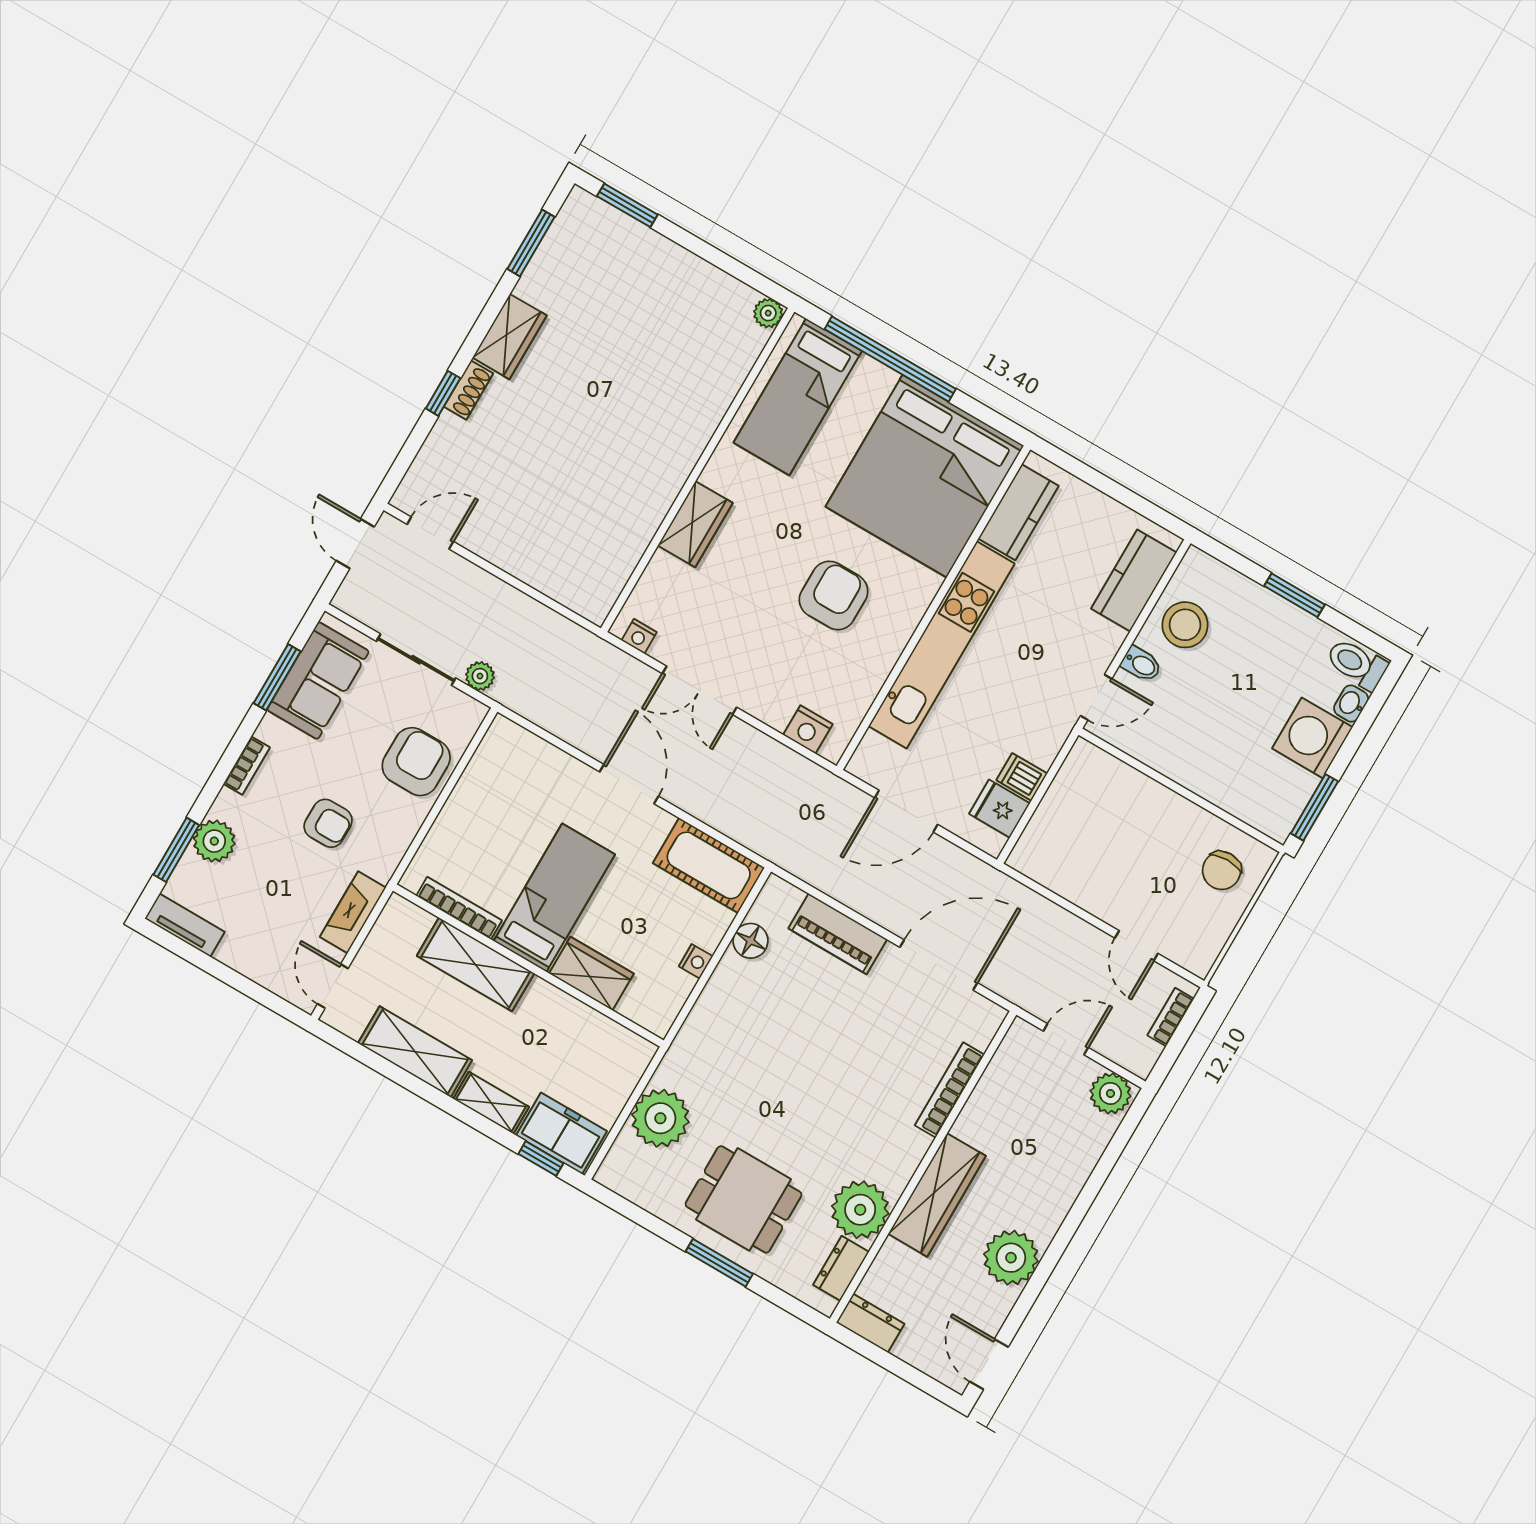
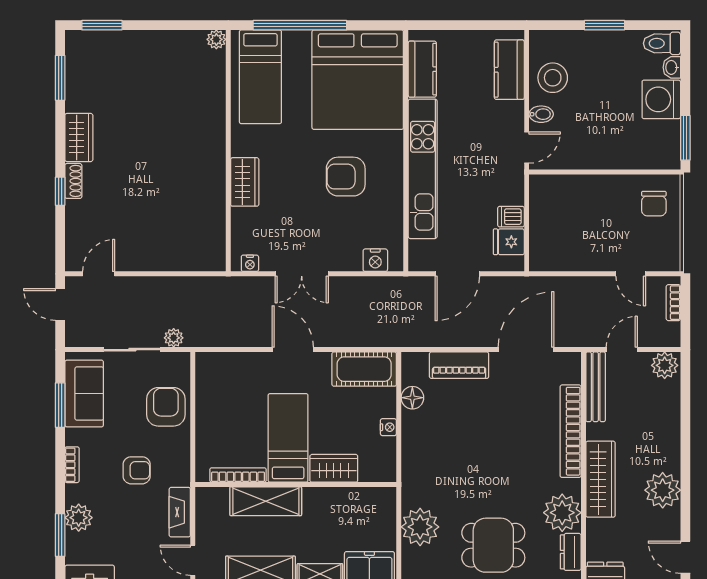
armchair: (834, 595) -> (346, 177), turned -90
bench: (1002, 1068) -> (596, 387), added
bookcase: (949, 1090) -> (571, 431), width x1.48, depth x1.31

